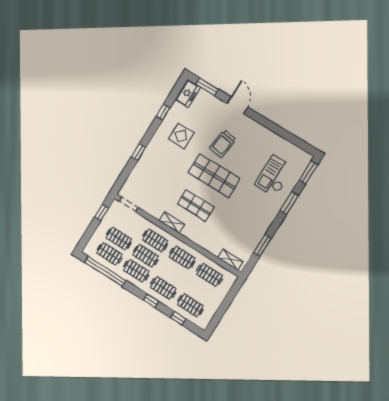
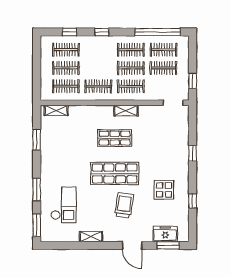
freezer: (188, 93) -> (165, 234), moved, turned 90
shelving: (268, 134) -> (91, 237), added
clothes rail: (163, 288) -> (66, 68), moved

